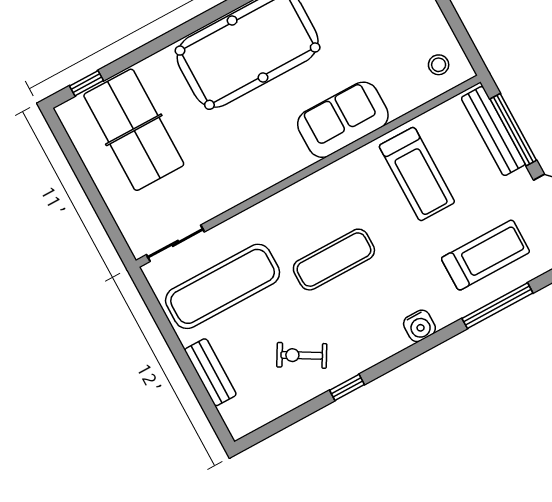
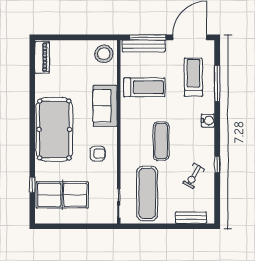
stool: (439, 65) -> (104, 54), width x1.89, depth x1.89
window: (86, 83) -> (32, 185), moved
armchair: (246, 154) -> (98, 154), added
bench: (210, 372) -> (191, 218), moved

